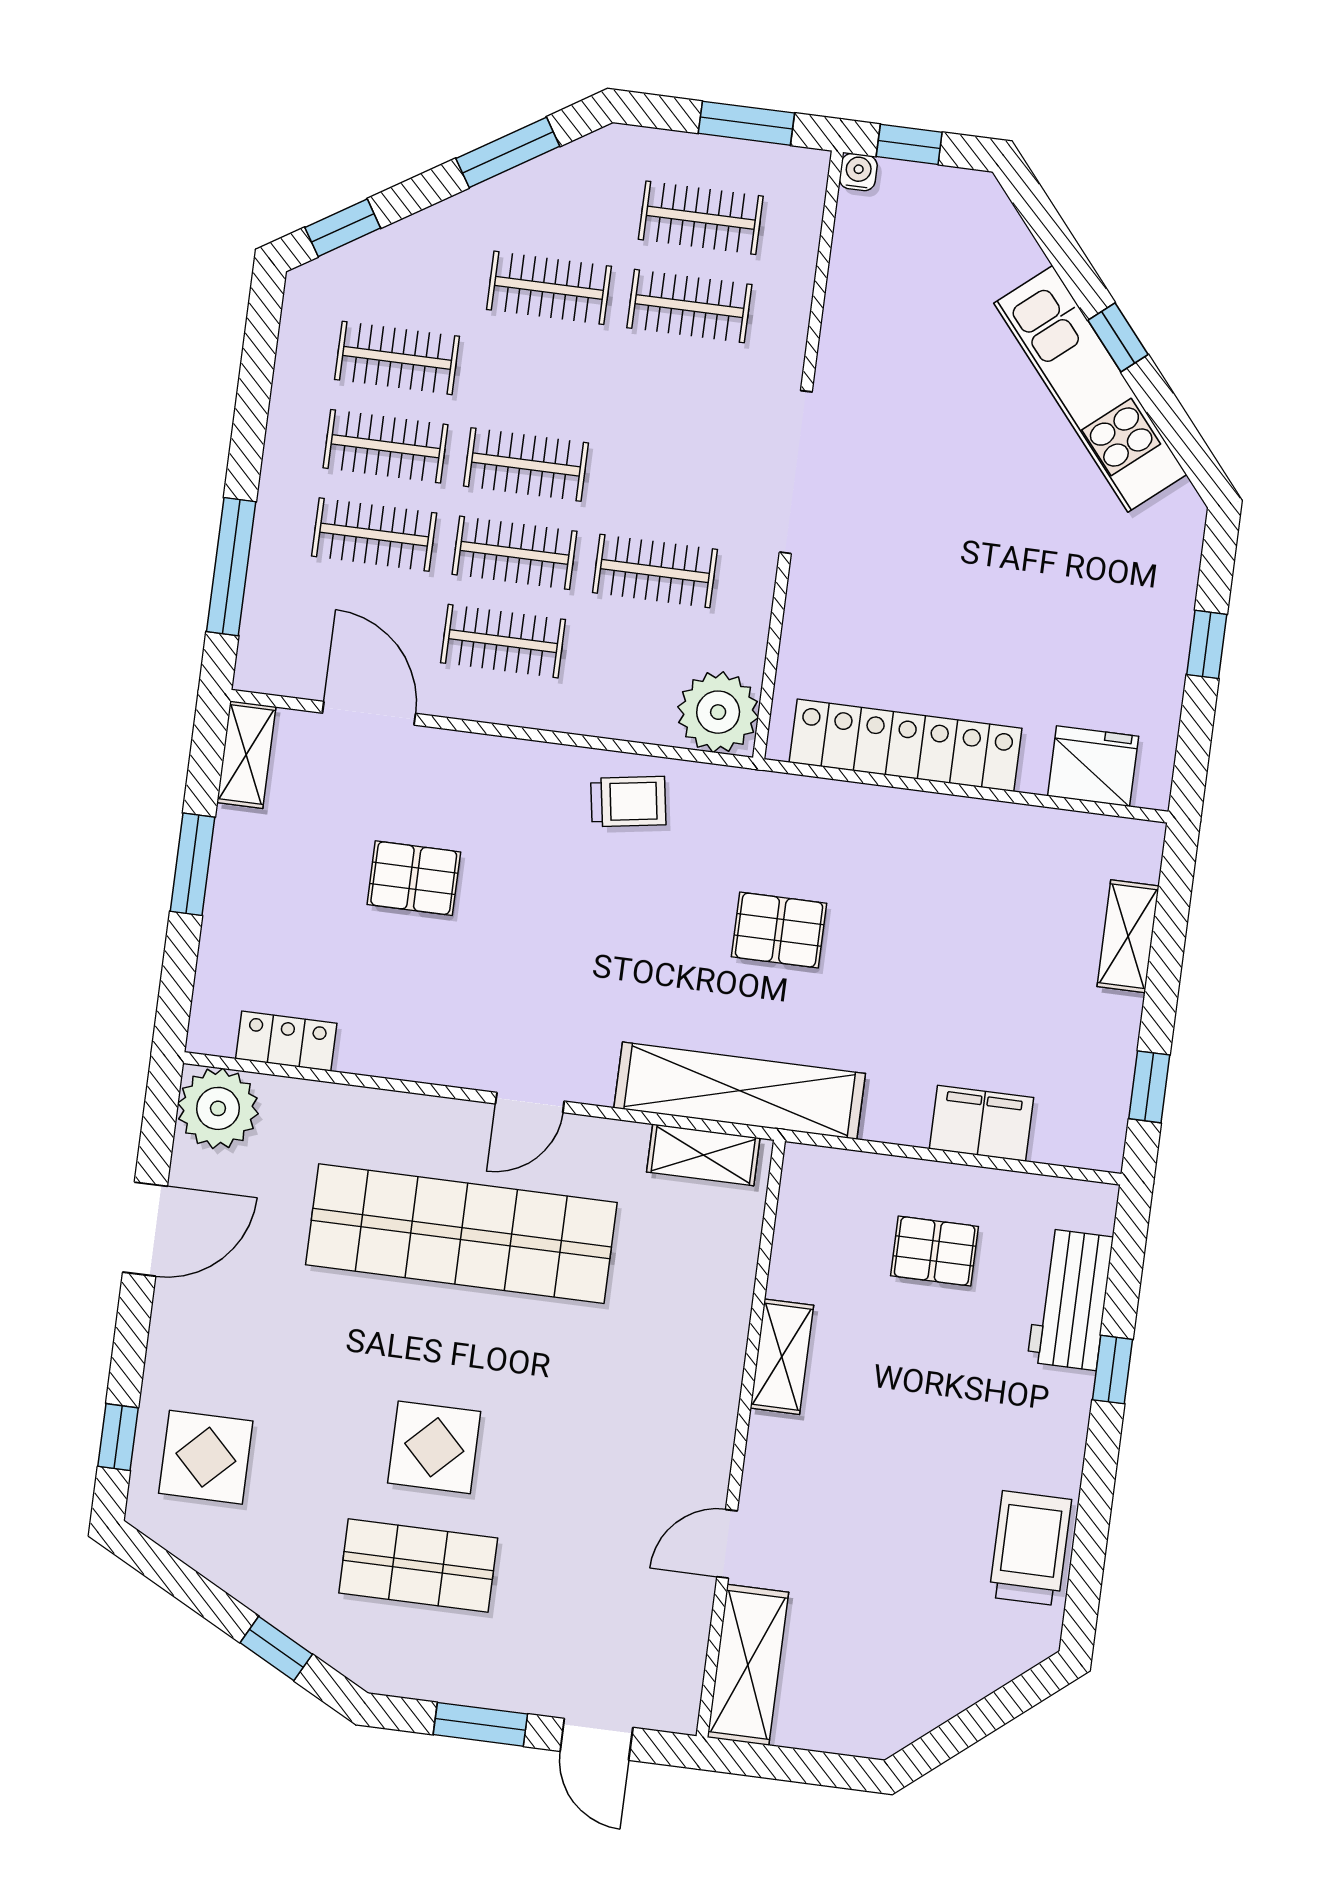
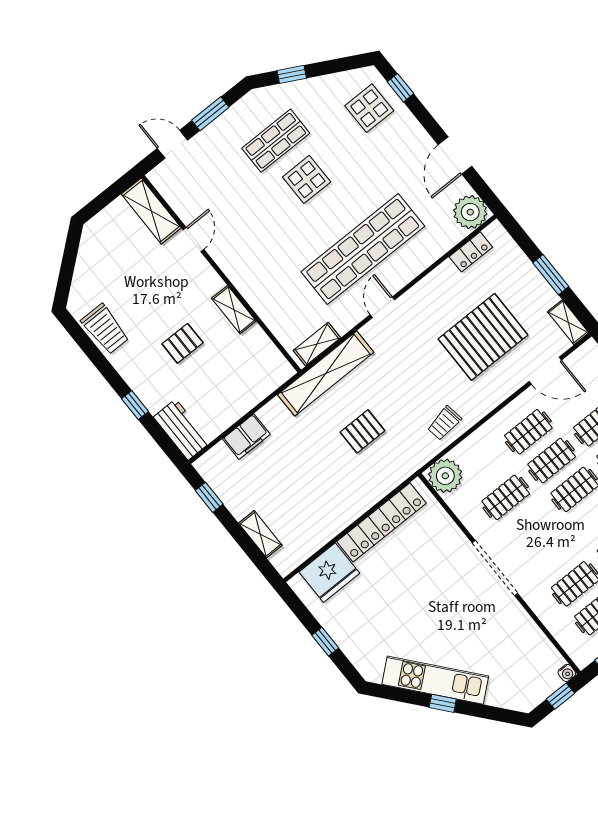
fridge: (1093, 766) -> (329, 573), width x1.36, depth x1.34
pallet: (414, 878) -> (483, 337), width x2.05, depth x2.00
pallet: (935, 1251) -> (183, 343), moved
workbench: (1070, 1299) -> (182, 430), moved

